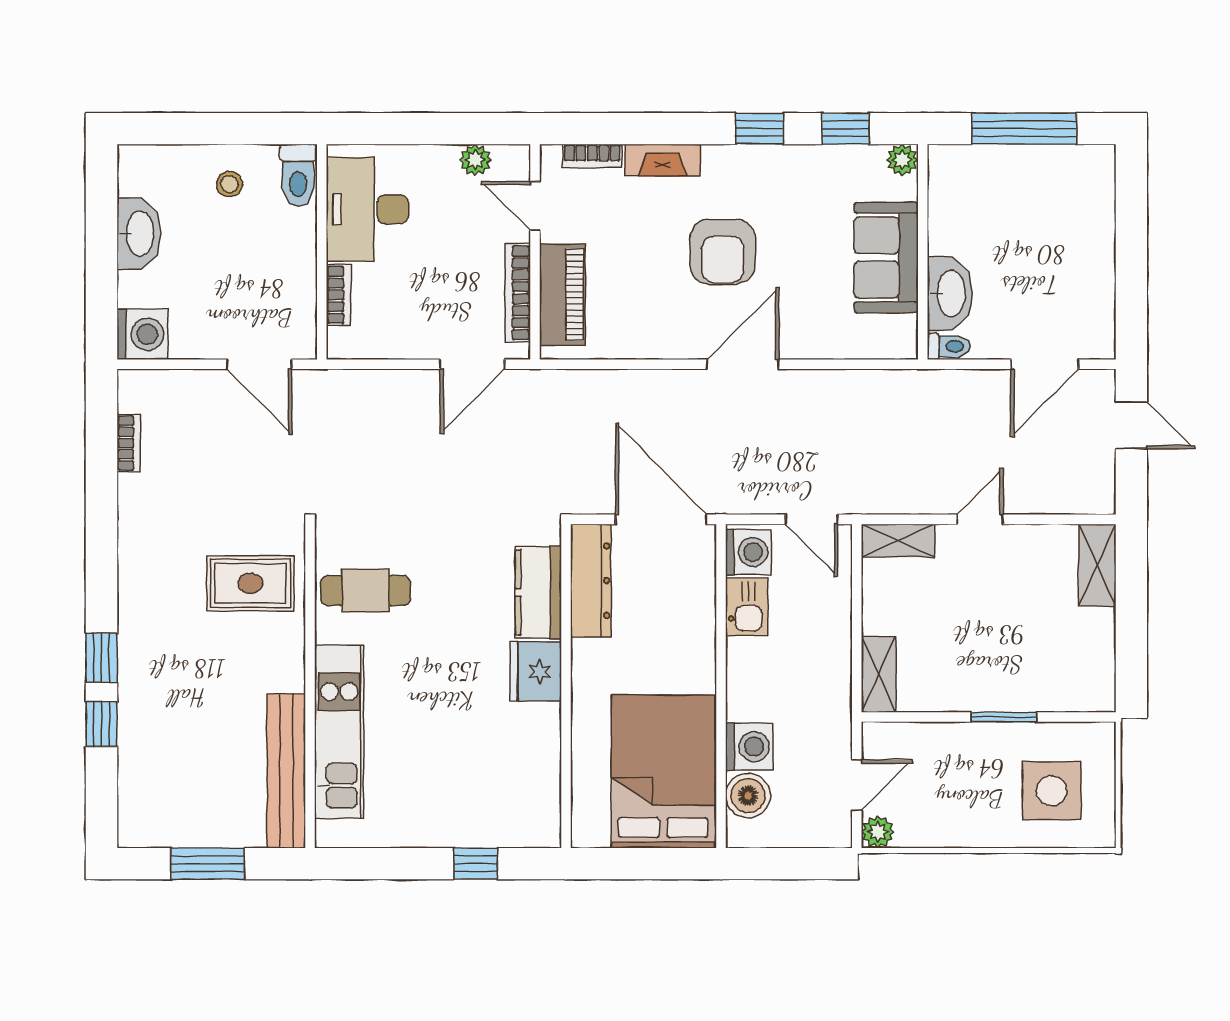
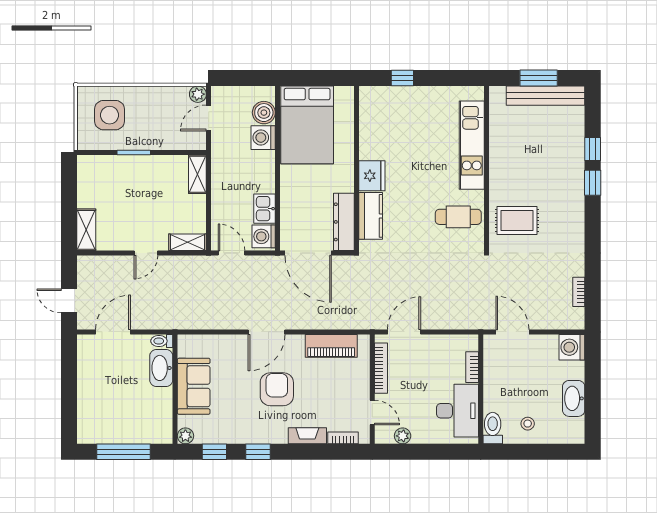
piano: (562, 295) -> (331, 346), moved, turned -90
bench: (286, 771) -> (546, 96), moved, turned 90

